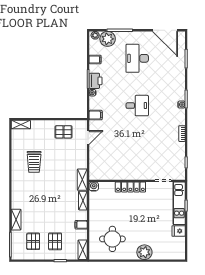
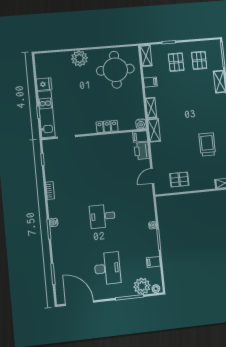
printer: (96, 81) -> (142, 151), moved
filing cabinet: (96, 115) -> (140, 136), moved
locker: (130, 187) -> (107, 126), width x0.66
round table: (112, 239) -> (115, 70), width x1.36, depth x1.36

